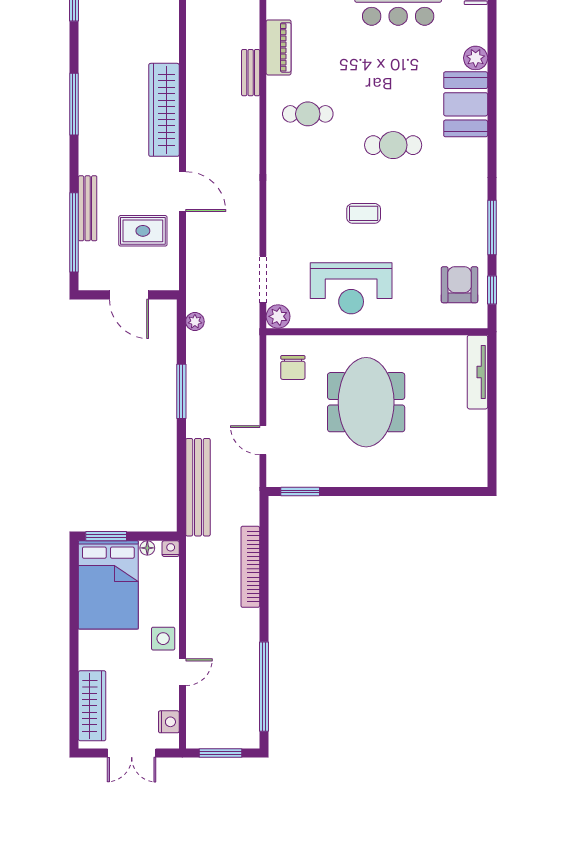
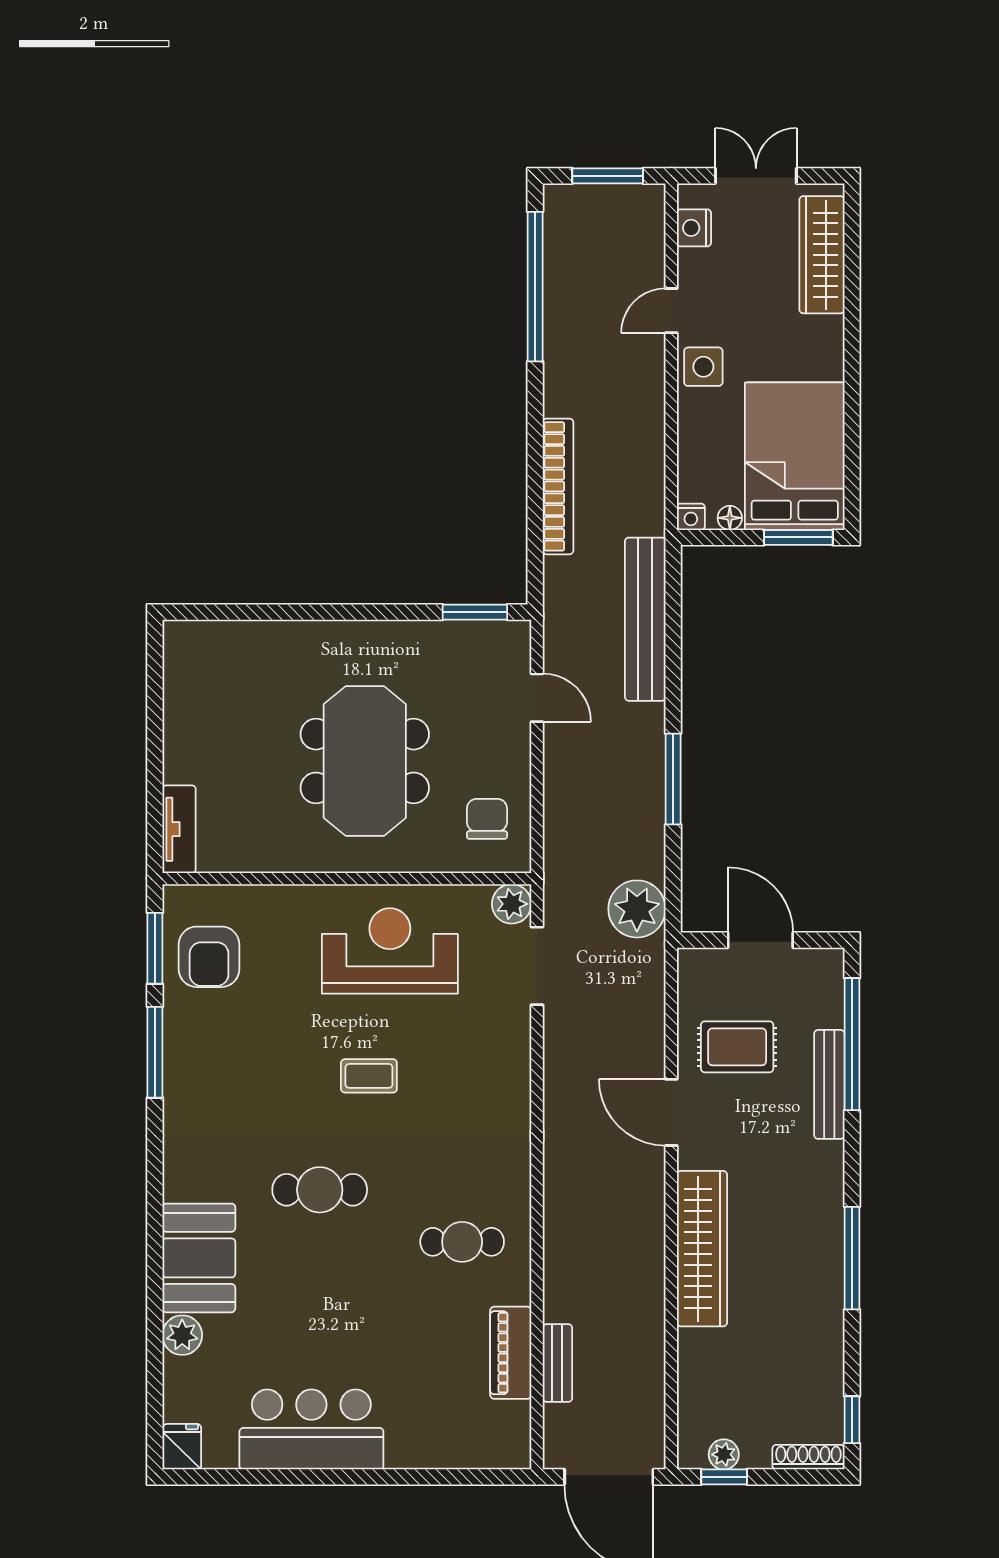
bench: (251, 73) -> (557, 1363), moved
window: (492, 290) -> (155, 948), width x1.50
plant: (195, 322) -> (637, 909), width x1.87, depth x1.87
tv unit: (477, 372) -> (179, 829), width x0.71

